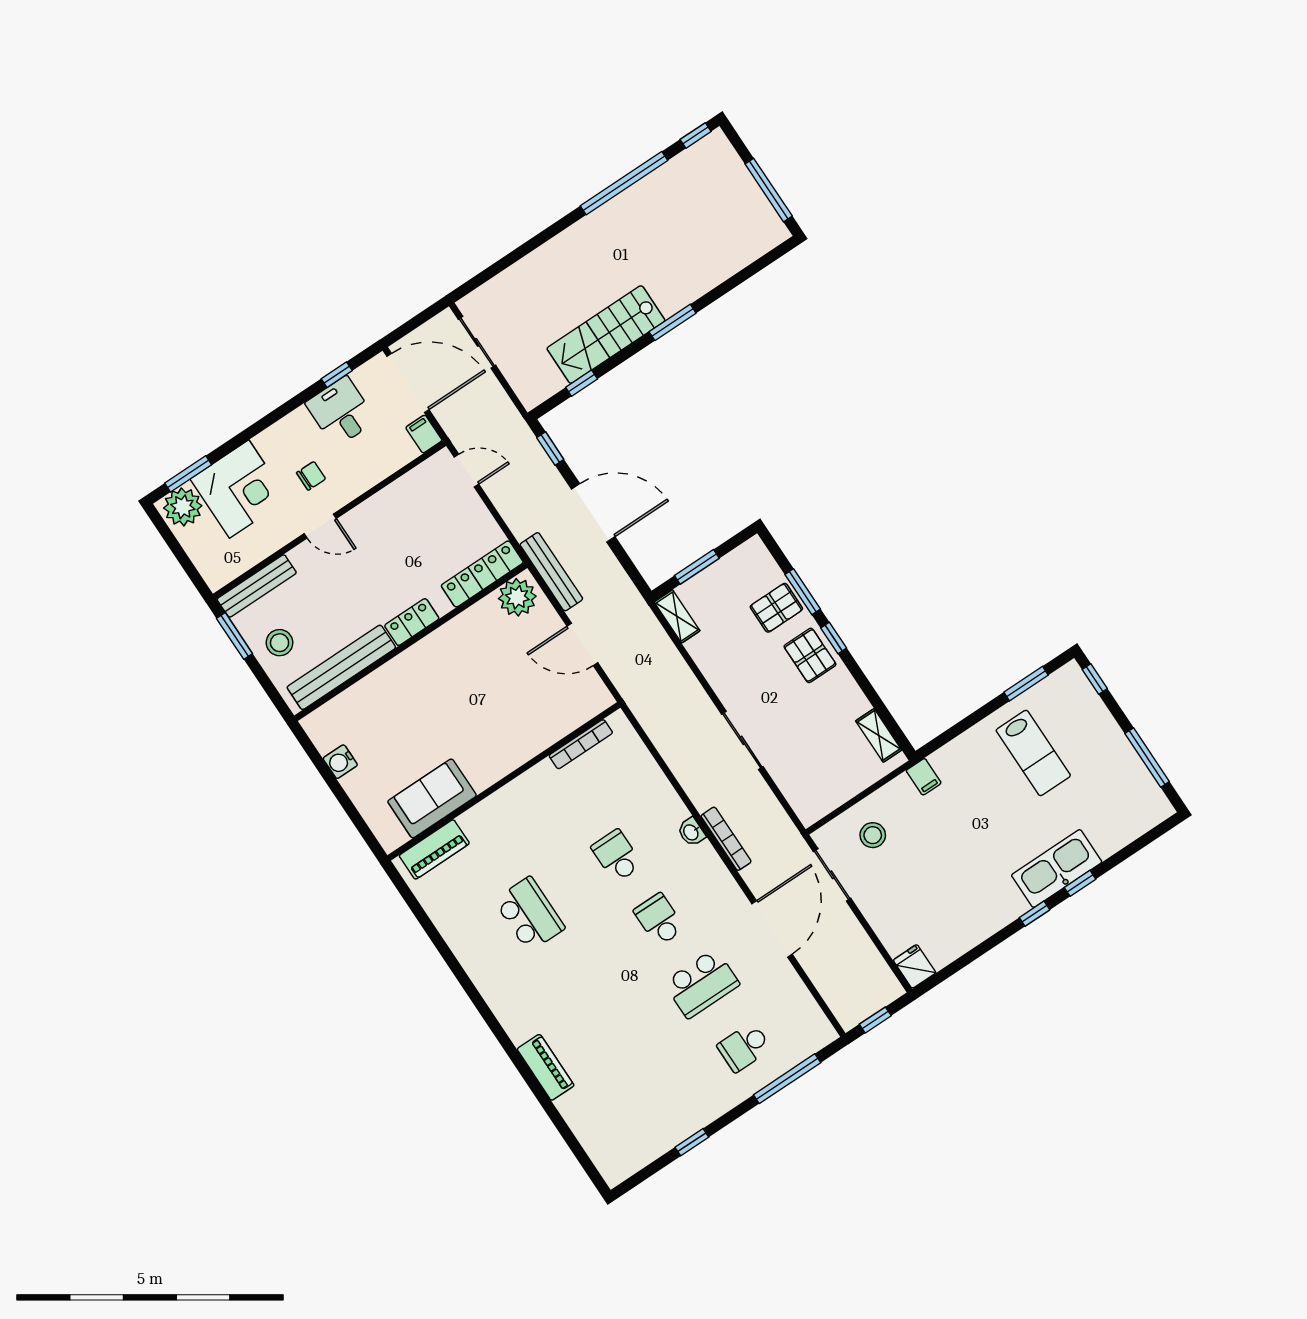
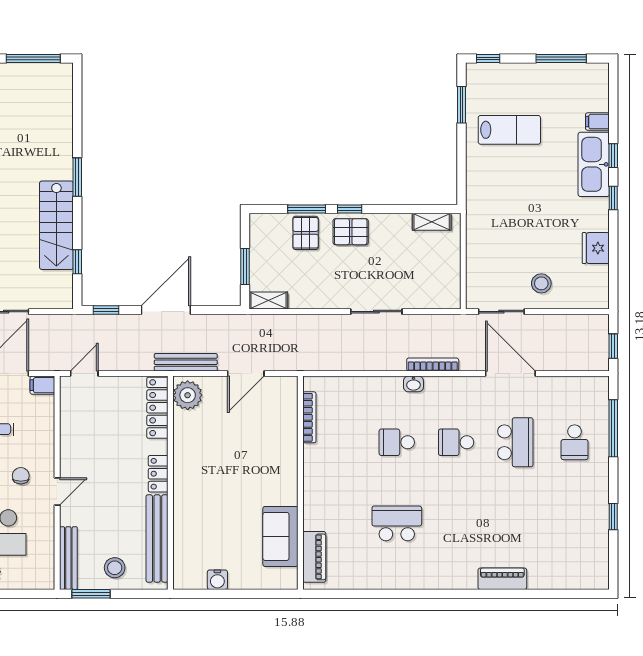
filing cabinet: (924, 777) -> (597, 122), moved, turned 180
stool: (873, 835) -> (541, 283), moved
fridge: (915, 966) -> (596, 248), moved, width x1.38

